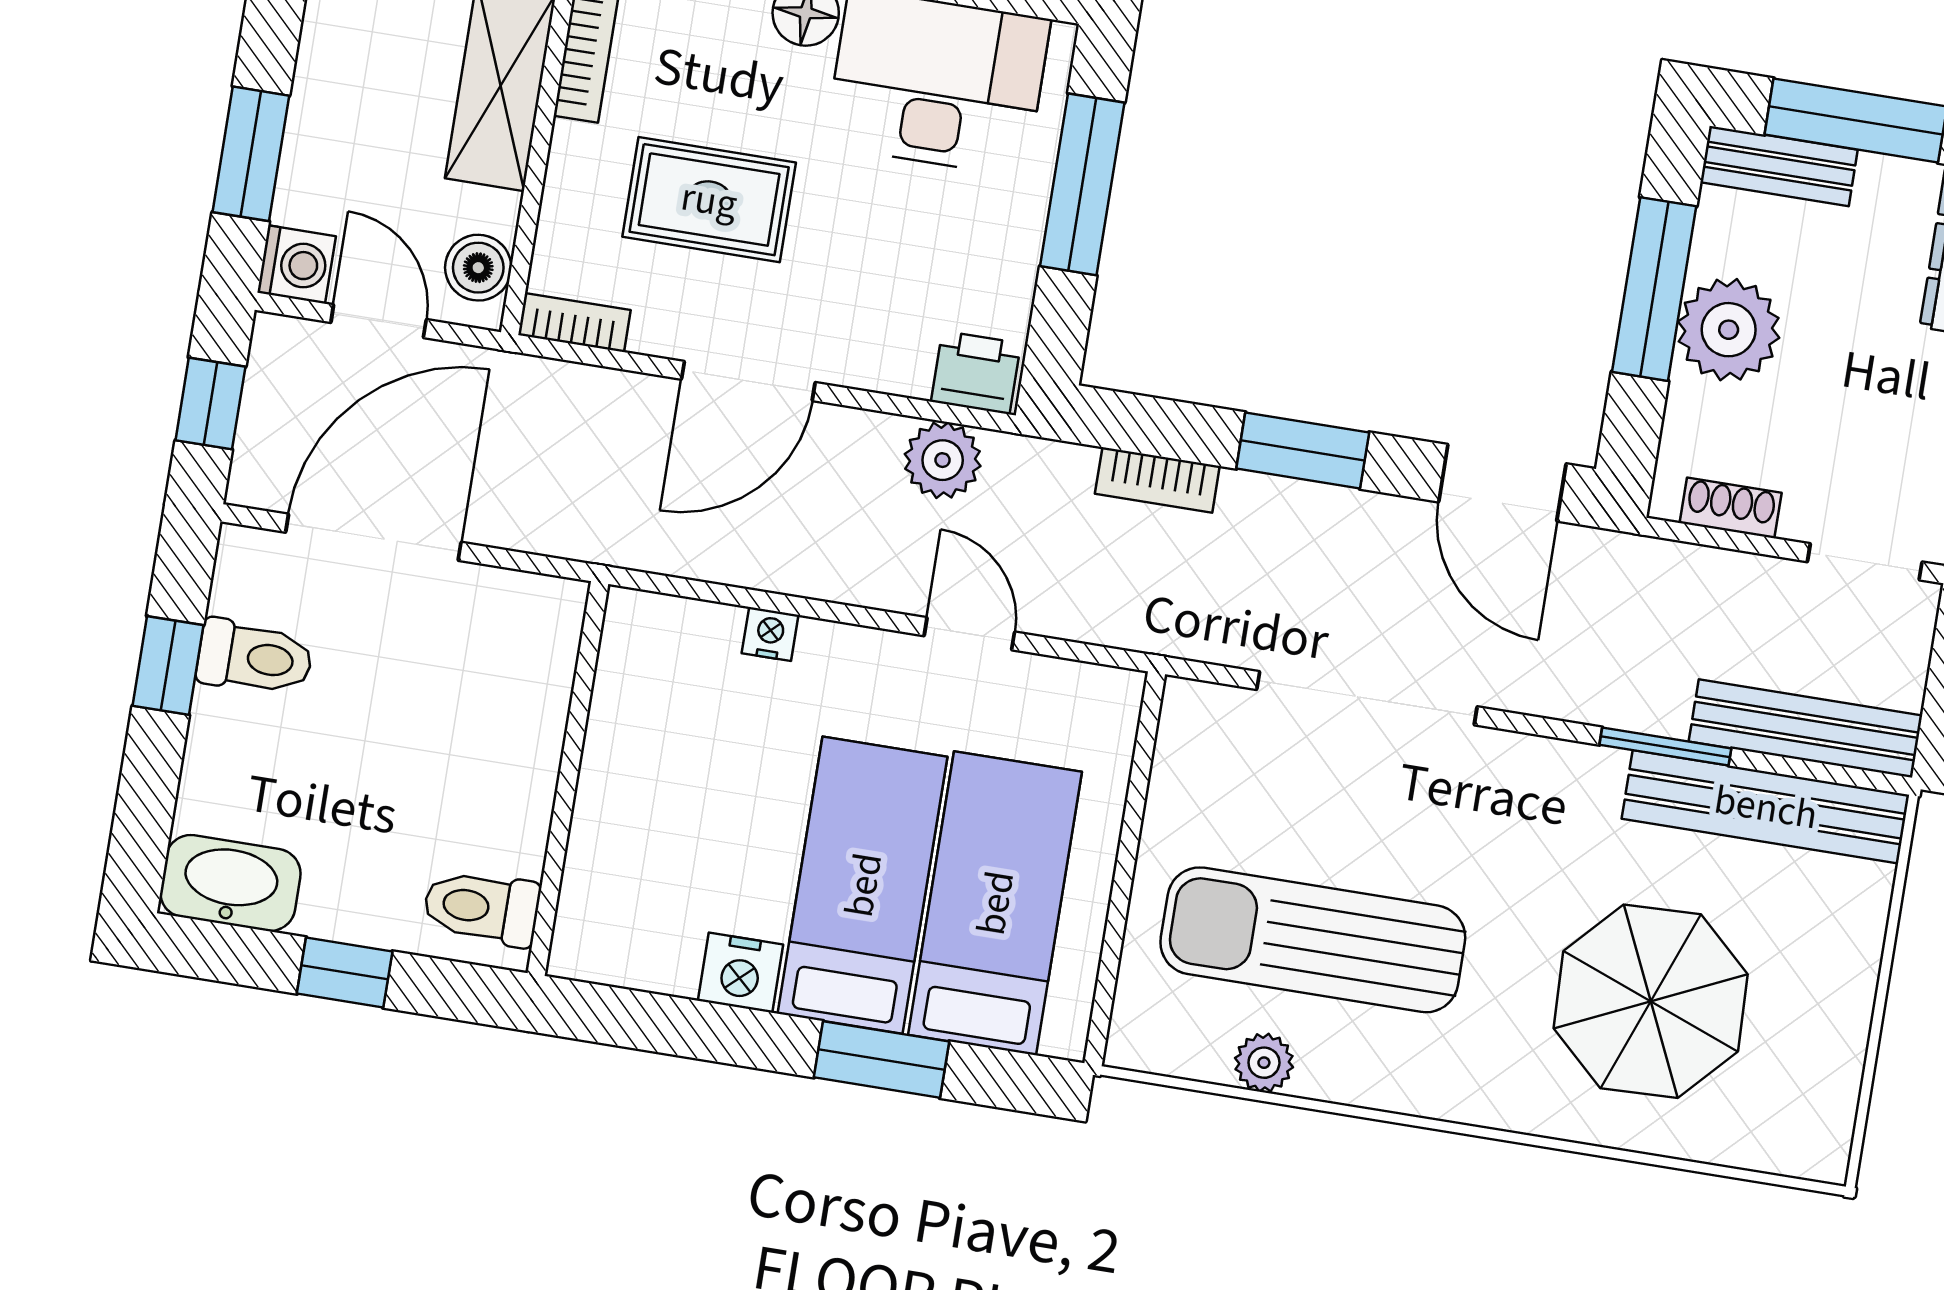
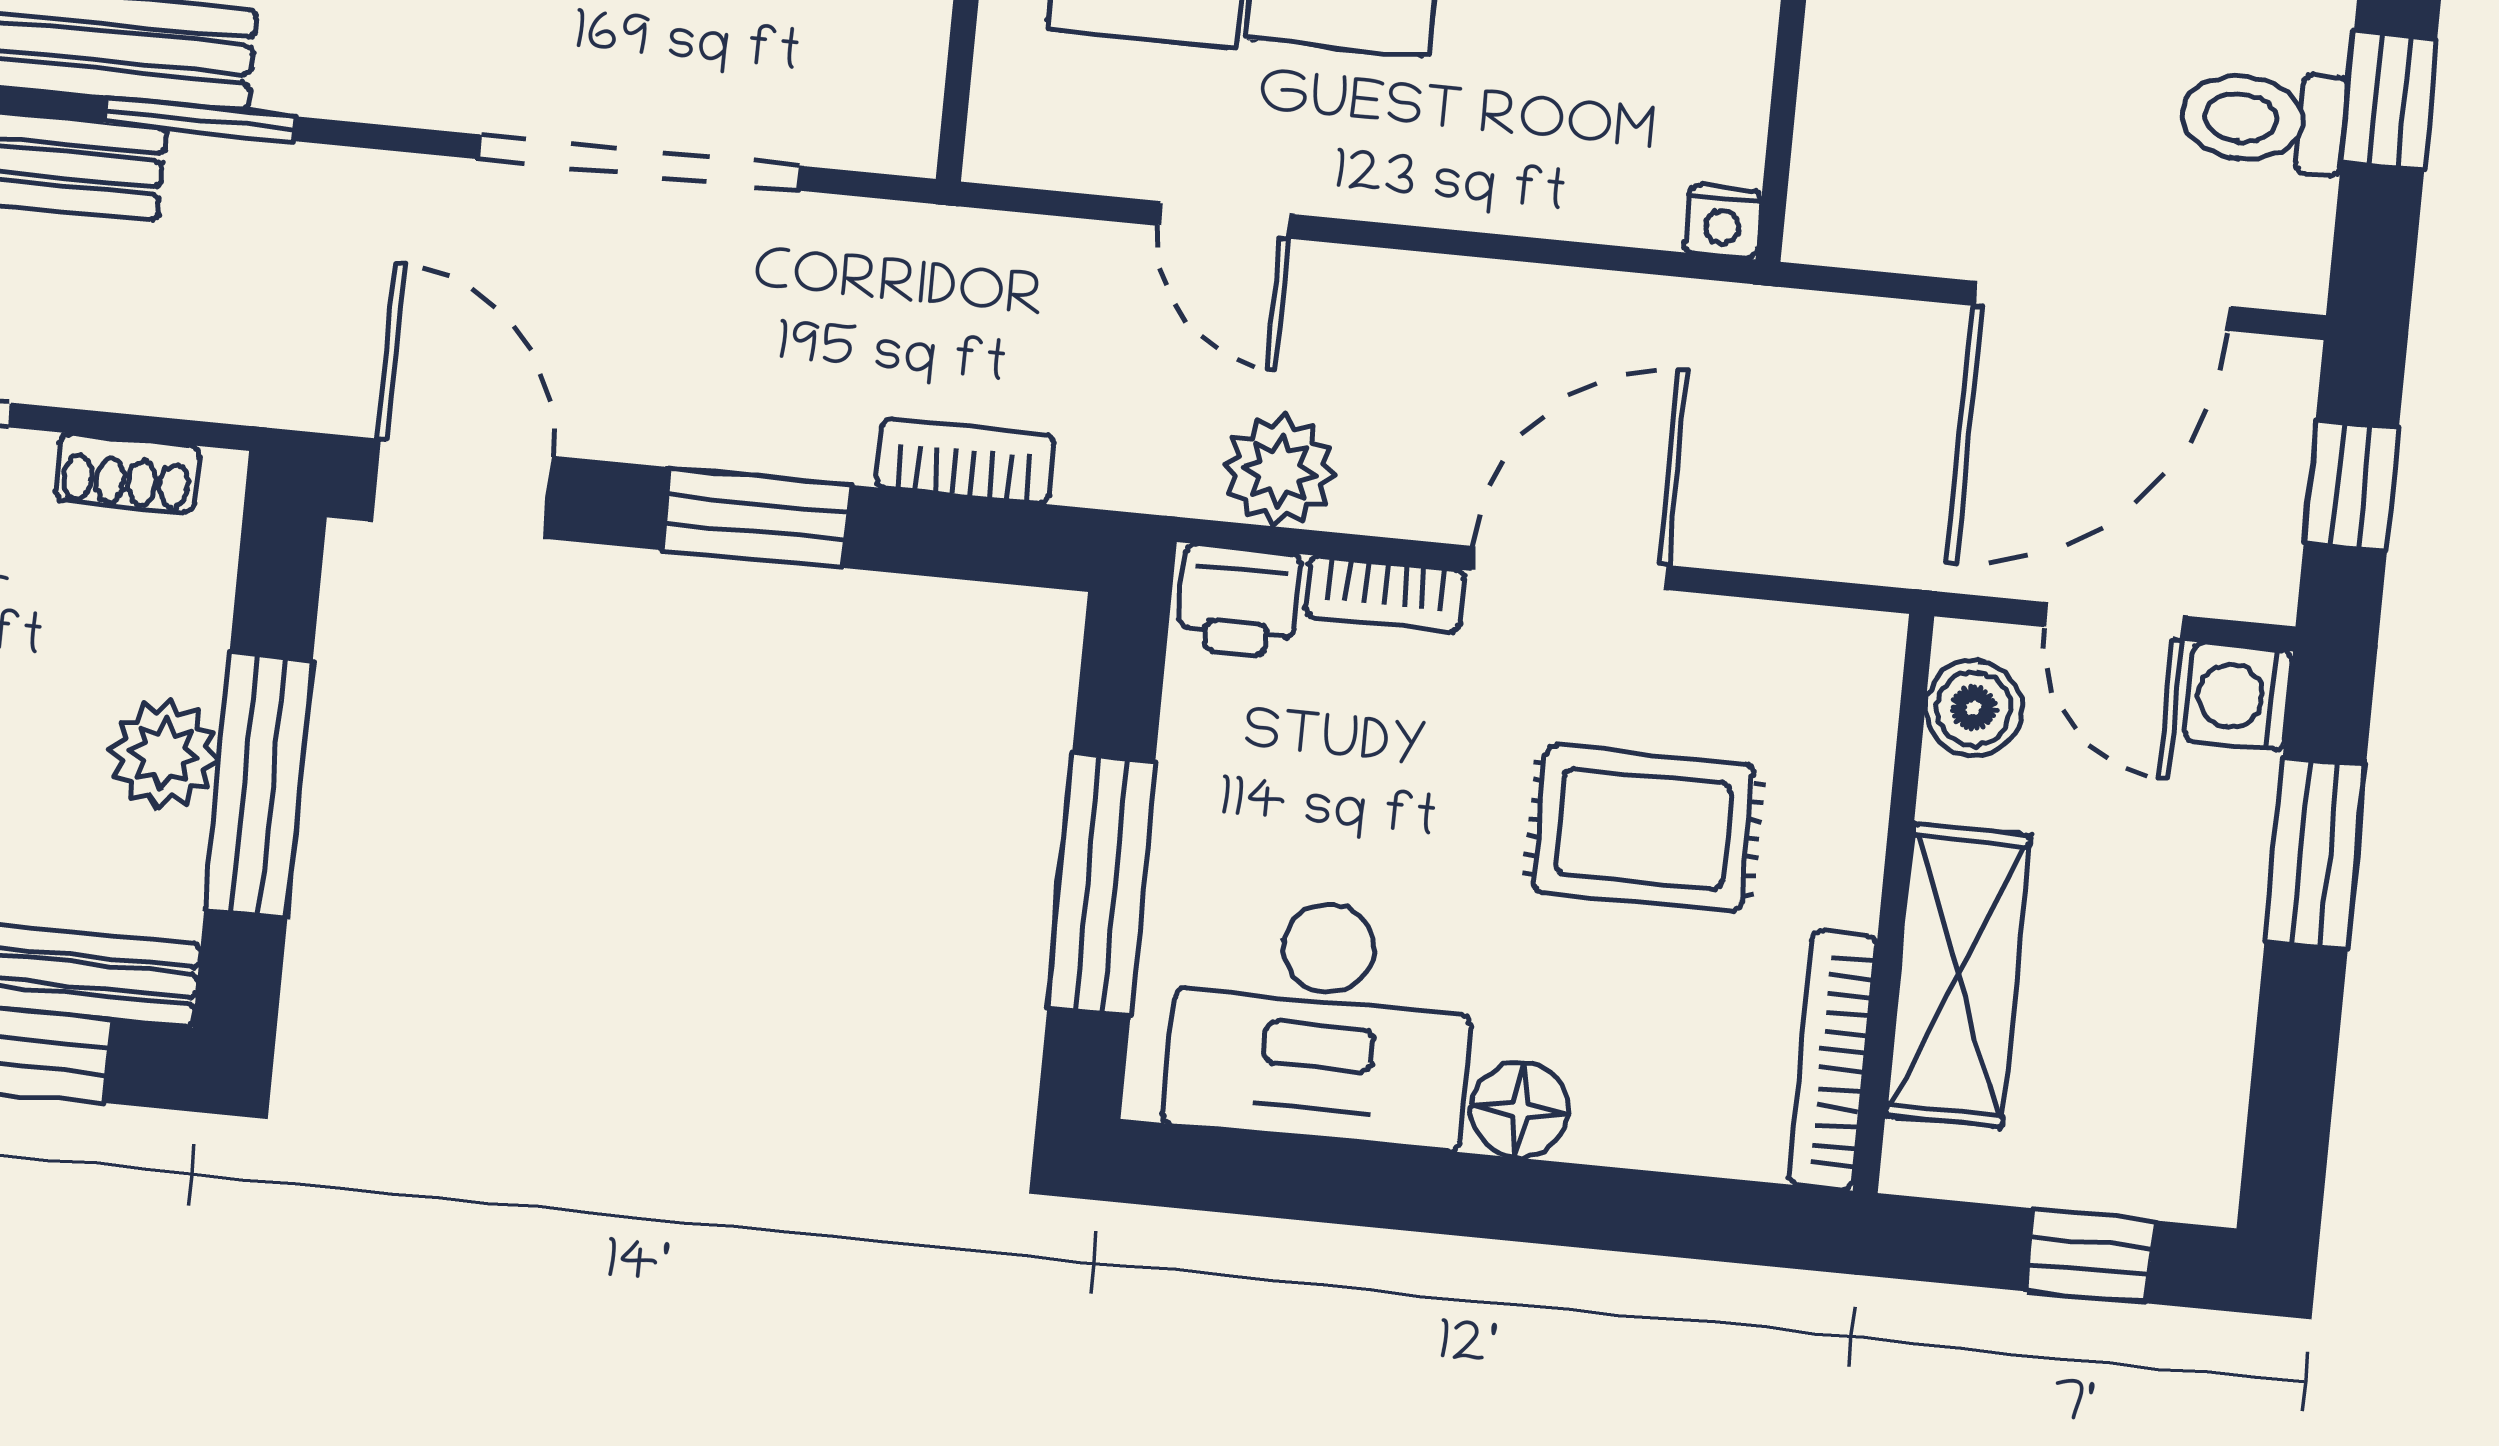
bookcase: (574, 322) -> (1385, 594), moved
plant: (1729, 330) -> (164, 754), width x0.73, depth x0.73
nightstand: (770, 634) -> (1723, 222), moved

